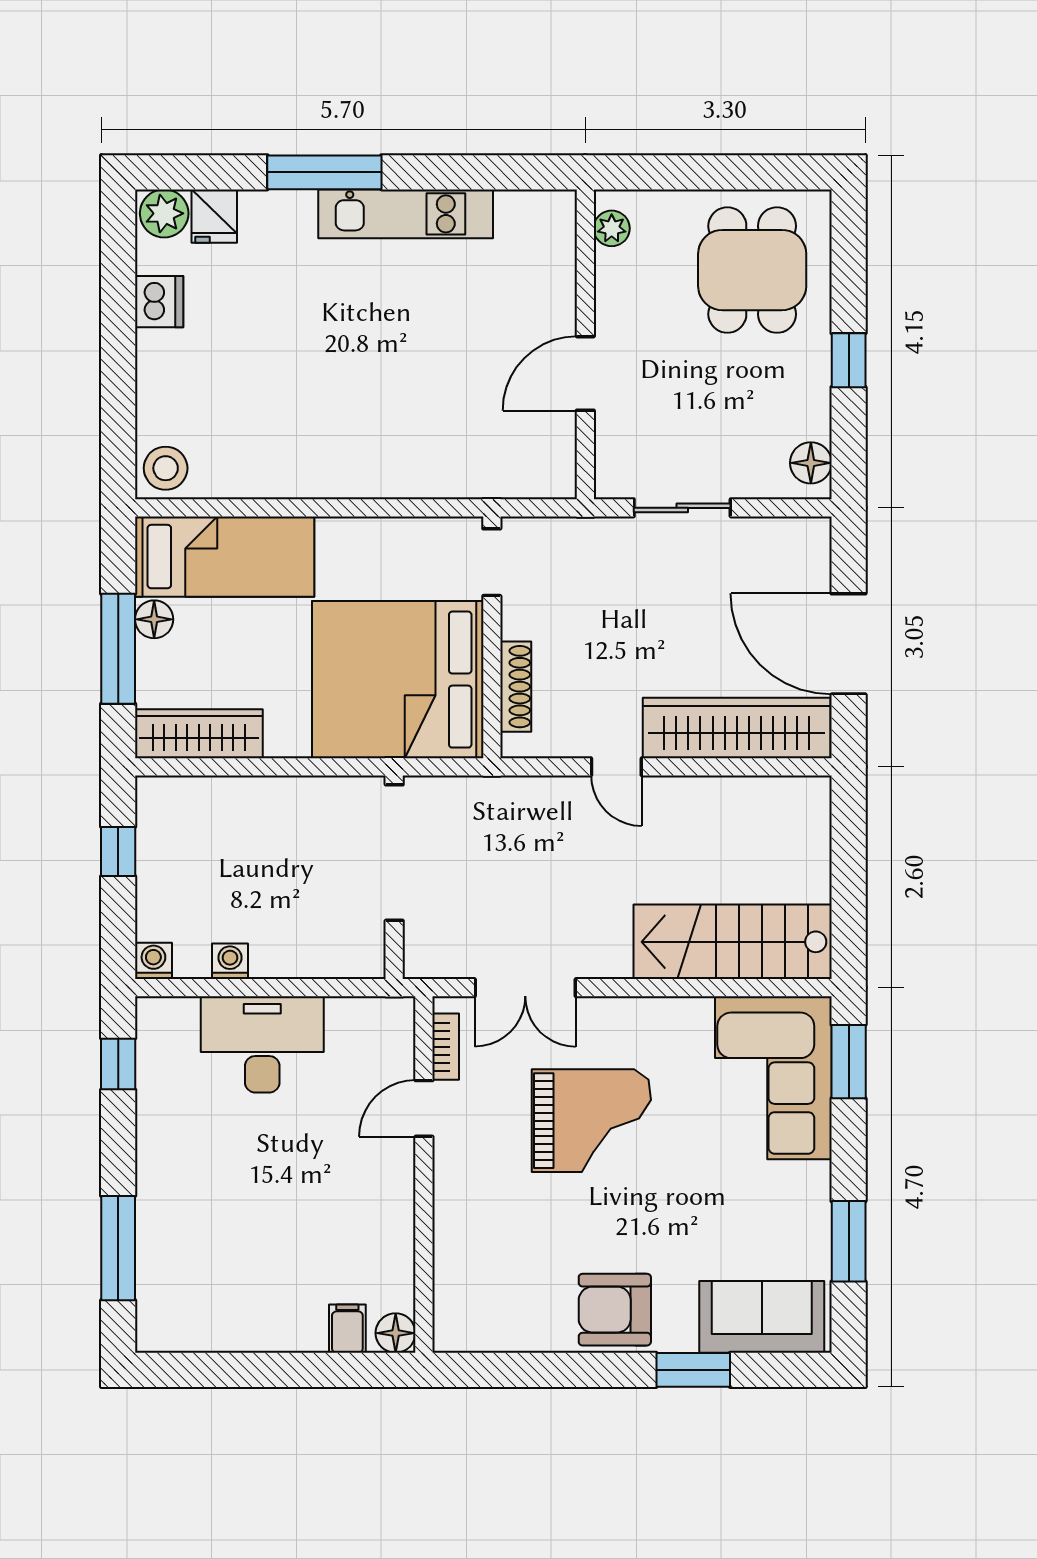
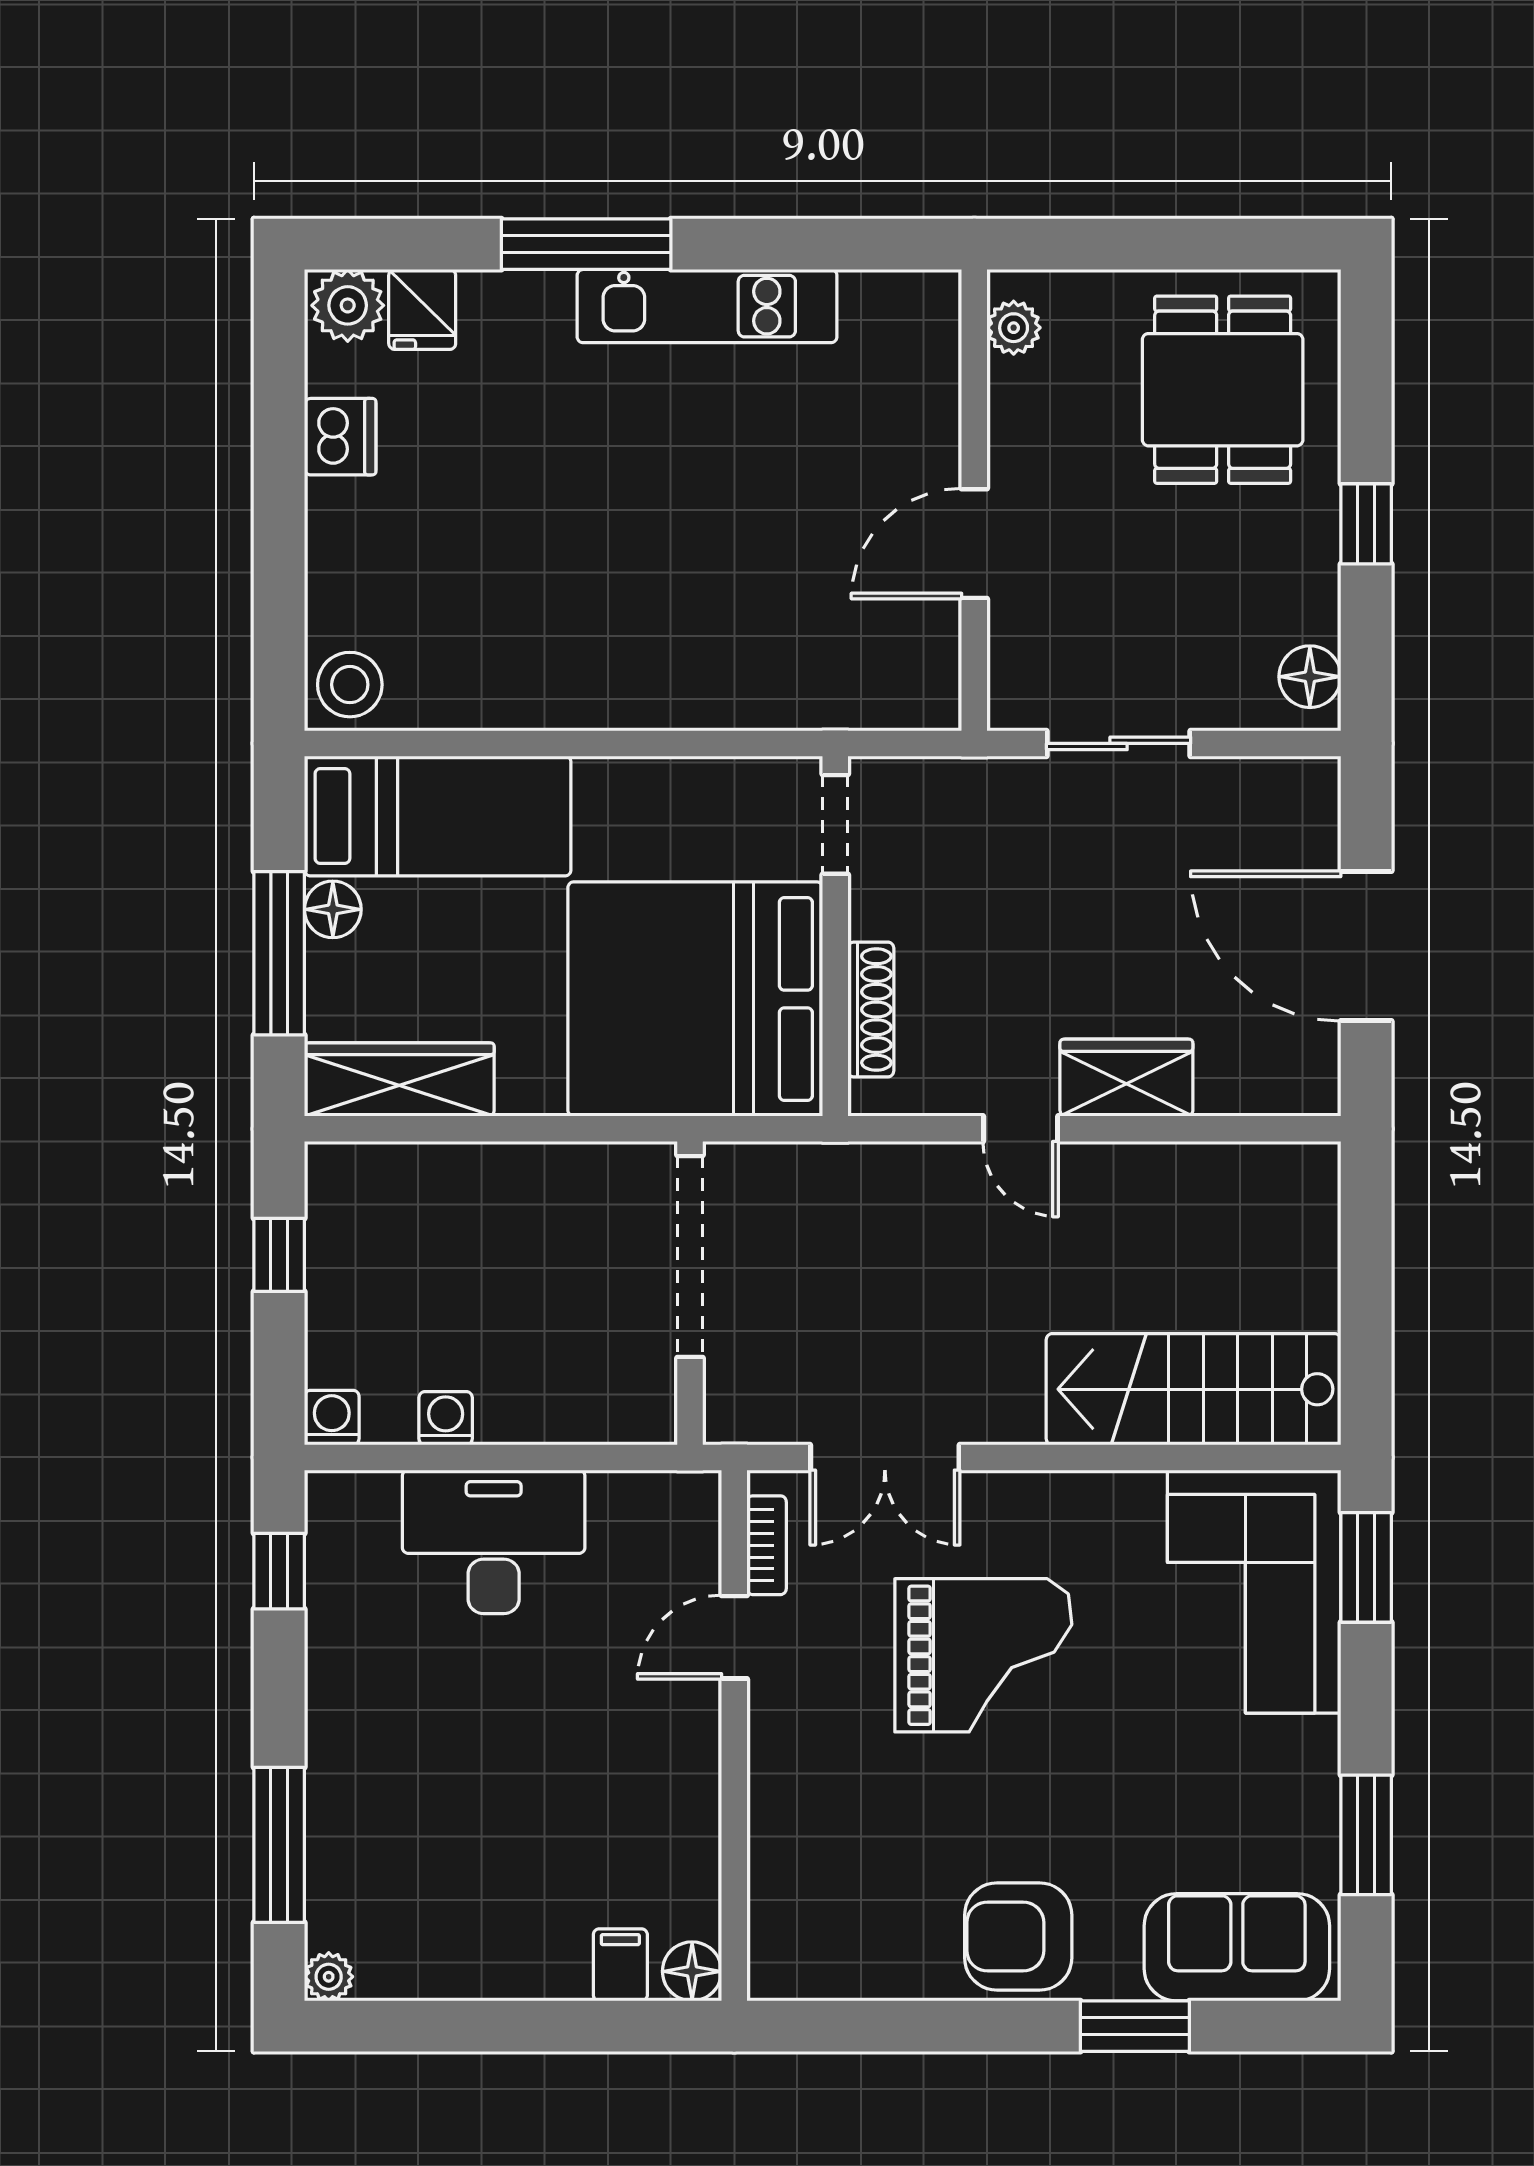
wardrobe: (737, 728) -> (1126, 1078), width x0.48, depth x0.85
plant: (151, 1337) -> (329, 1977), added

